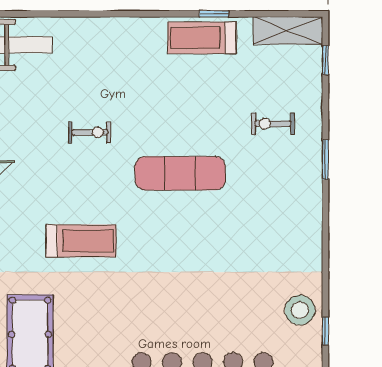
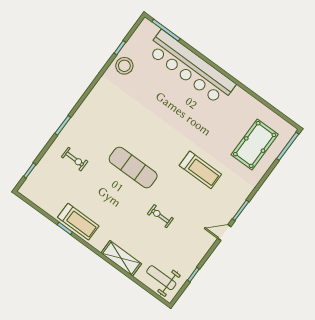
shelving: (288, 31) -> (121, 258), moved
treadmill: (81, 241) -> (200, 170), turned 180

